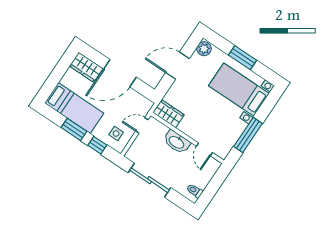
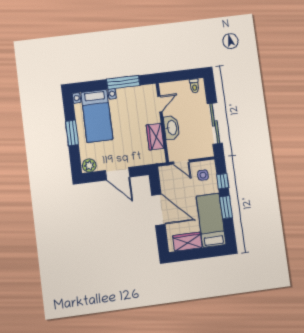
wardrobe: (86, 67) -> (187, 242), moved, turned -90
wardrobe: (168, 114) -> (155, 137), moved

